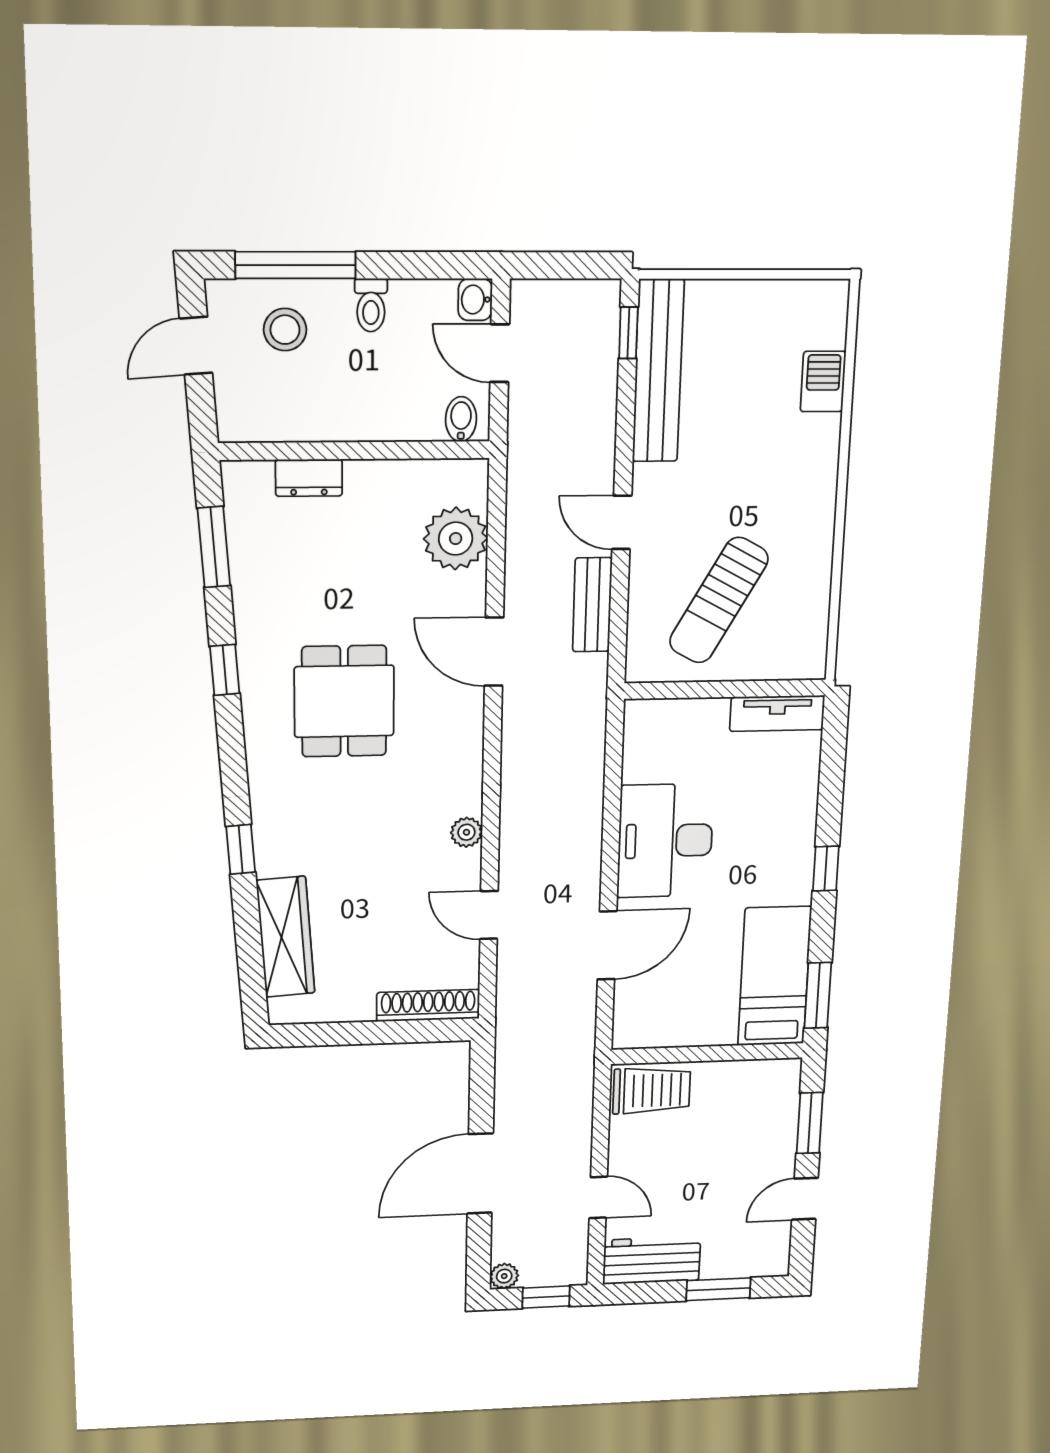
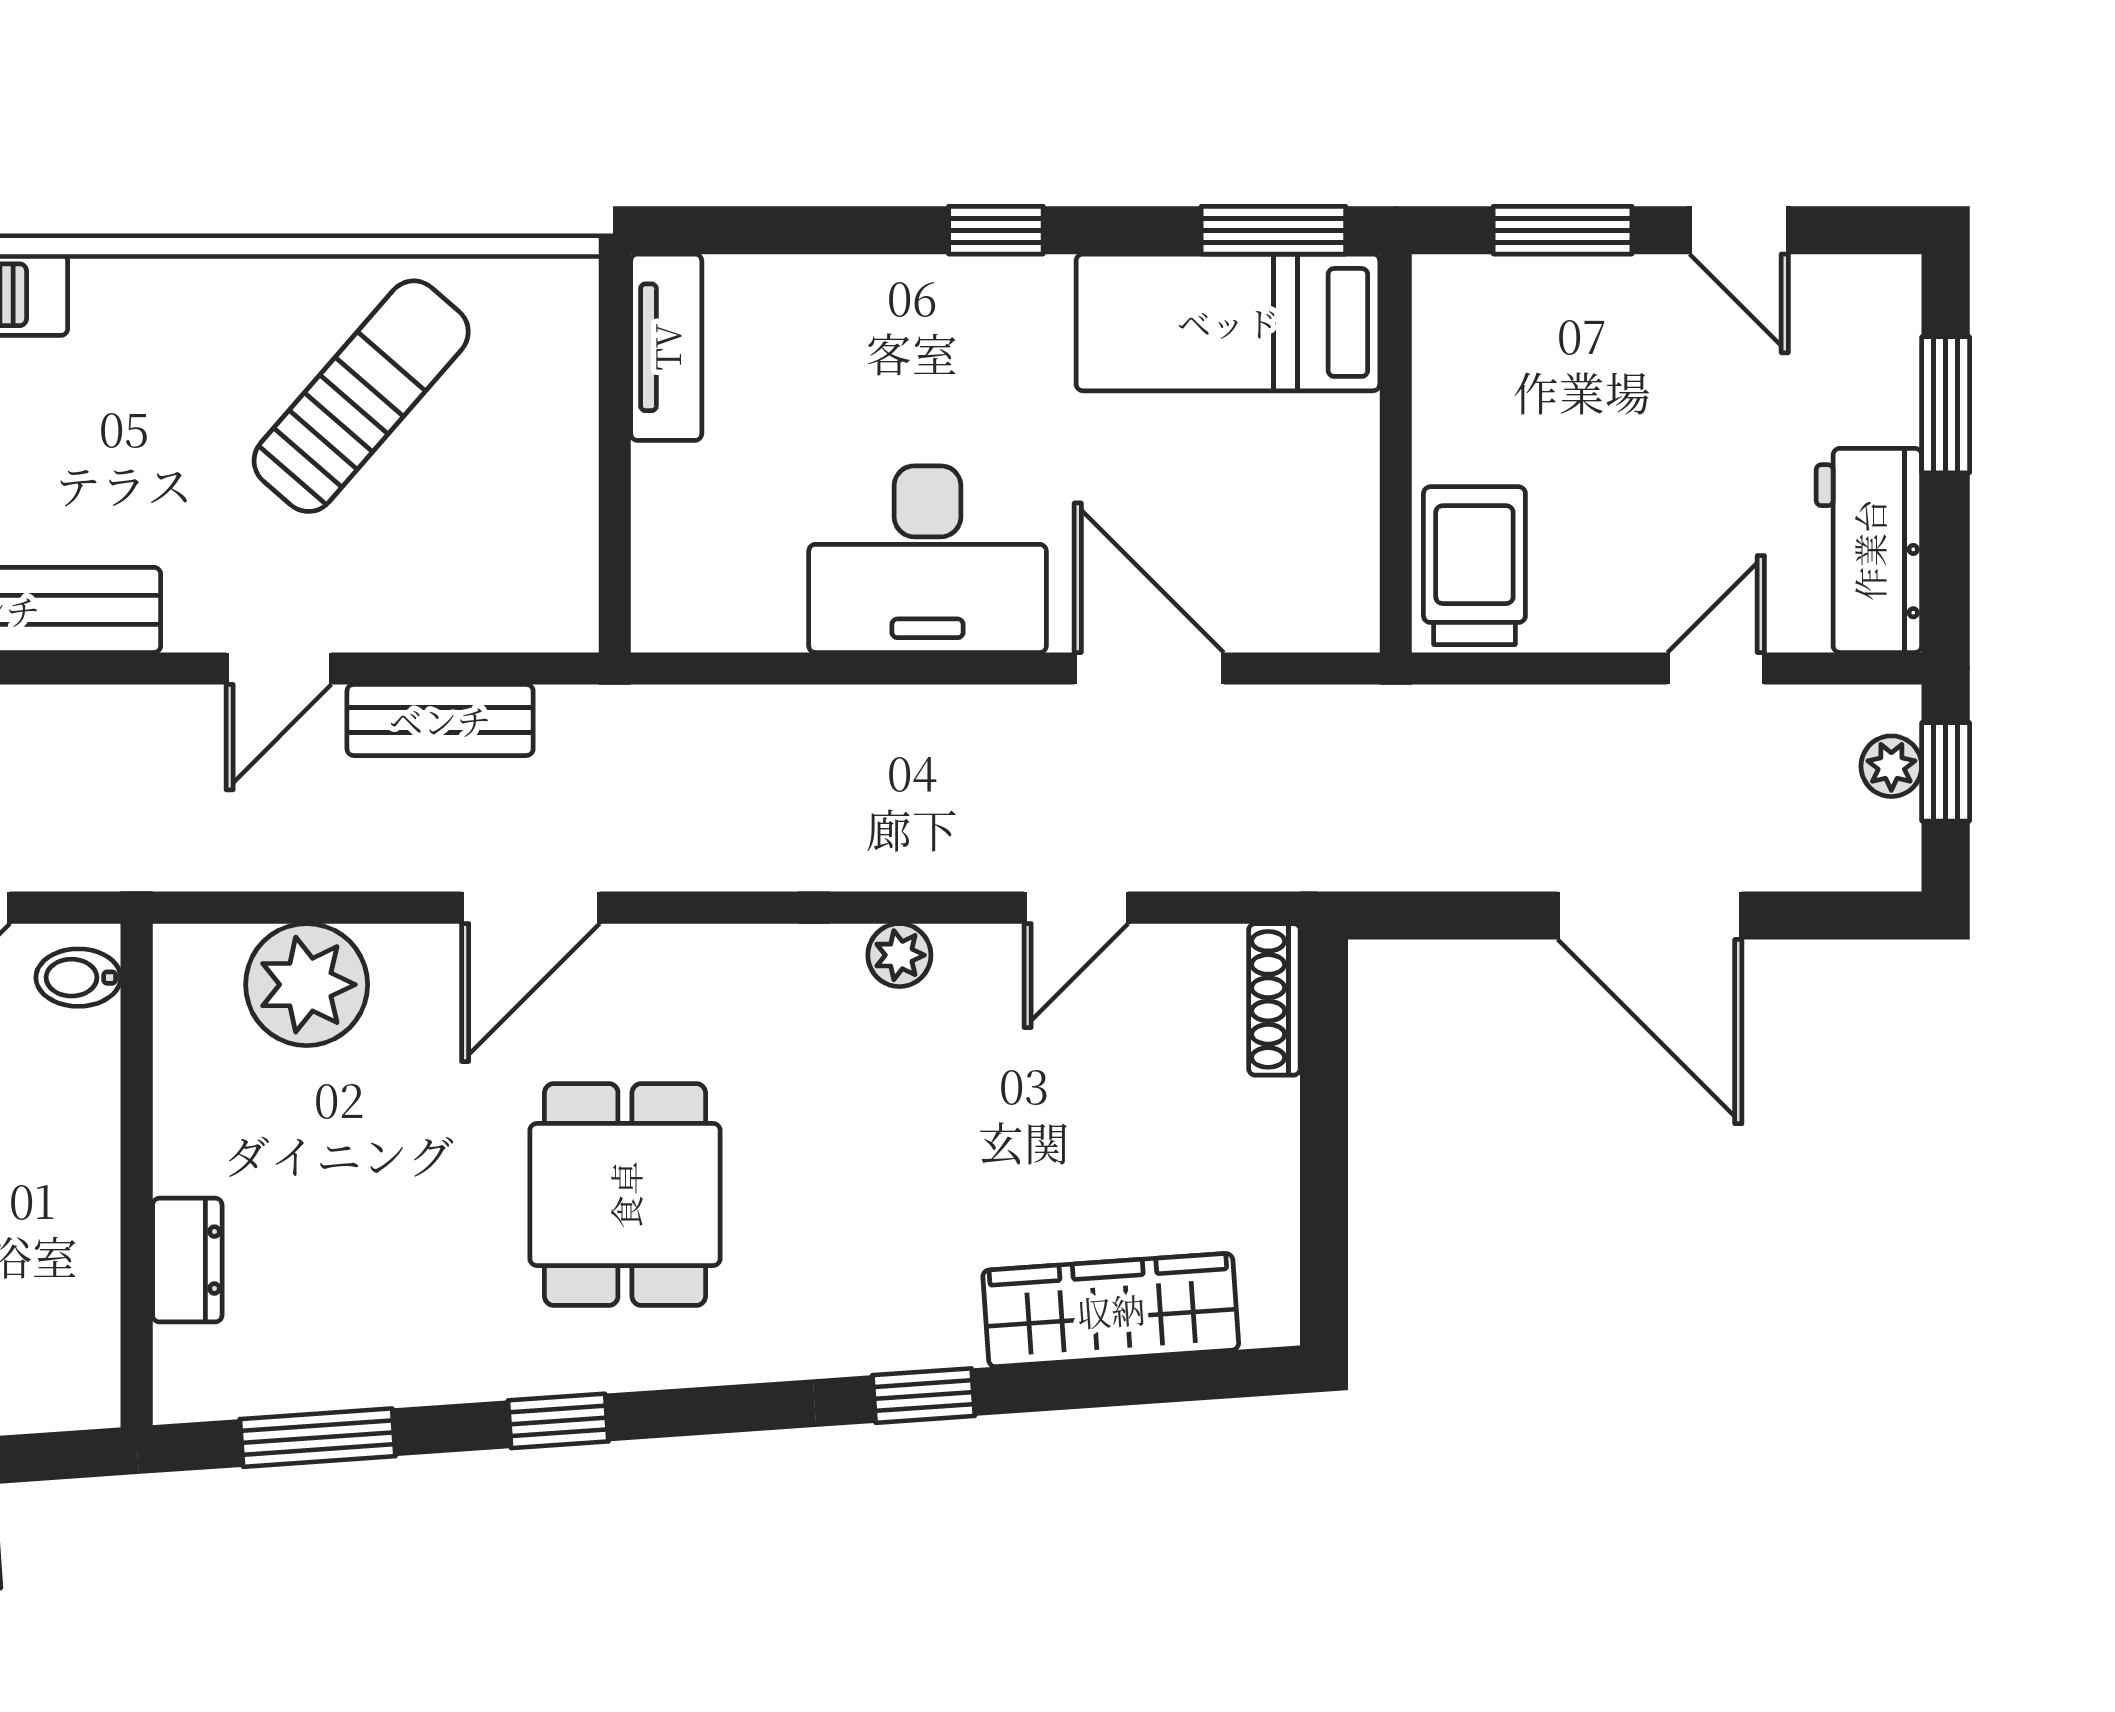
sun lounger: (719, 600) -> (361, 396), moved, turned -78
dining table: (344, 701) -> (625, 1195), turned 90
shoe rack: (428, 1005) -> (1274, 999), width x0.74, depth x0.81
plant: (504, 1276) -> (1891, 766), moved

